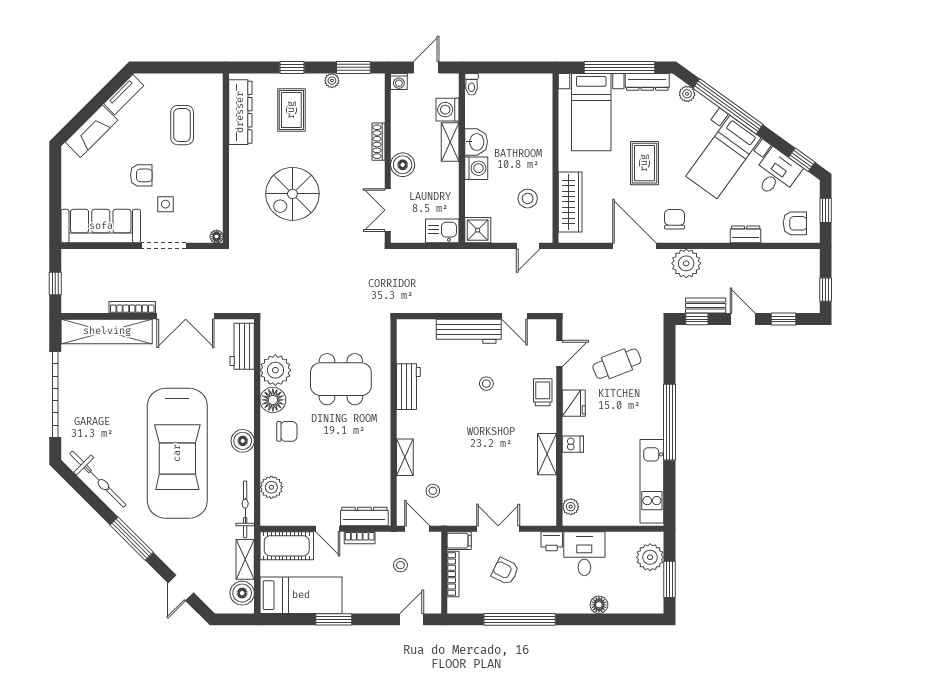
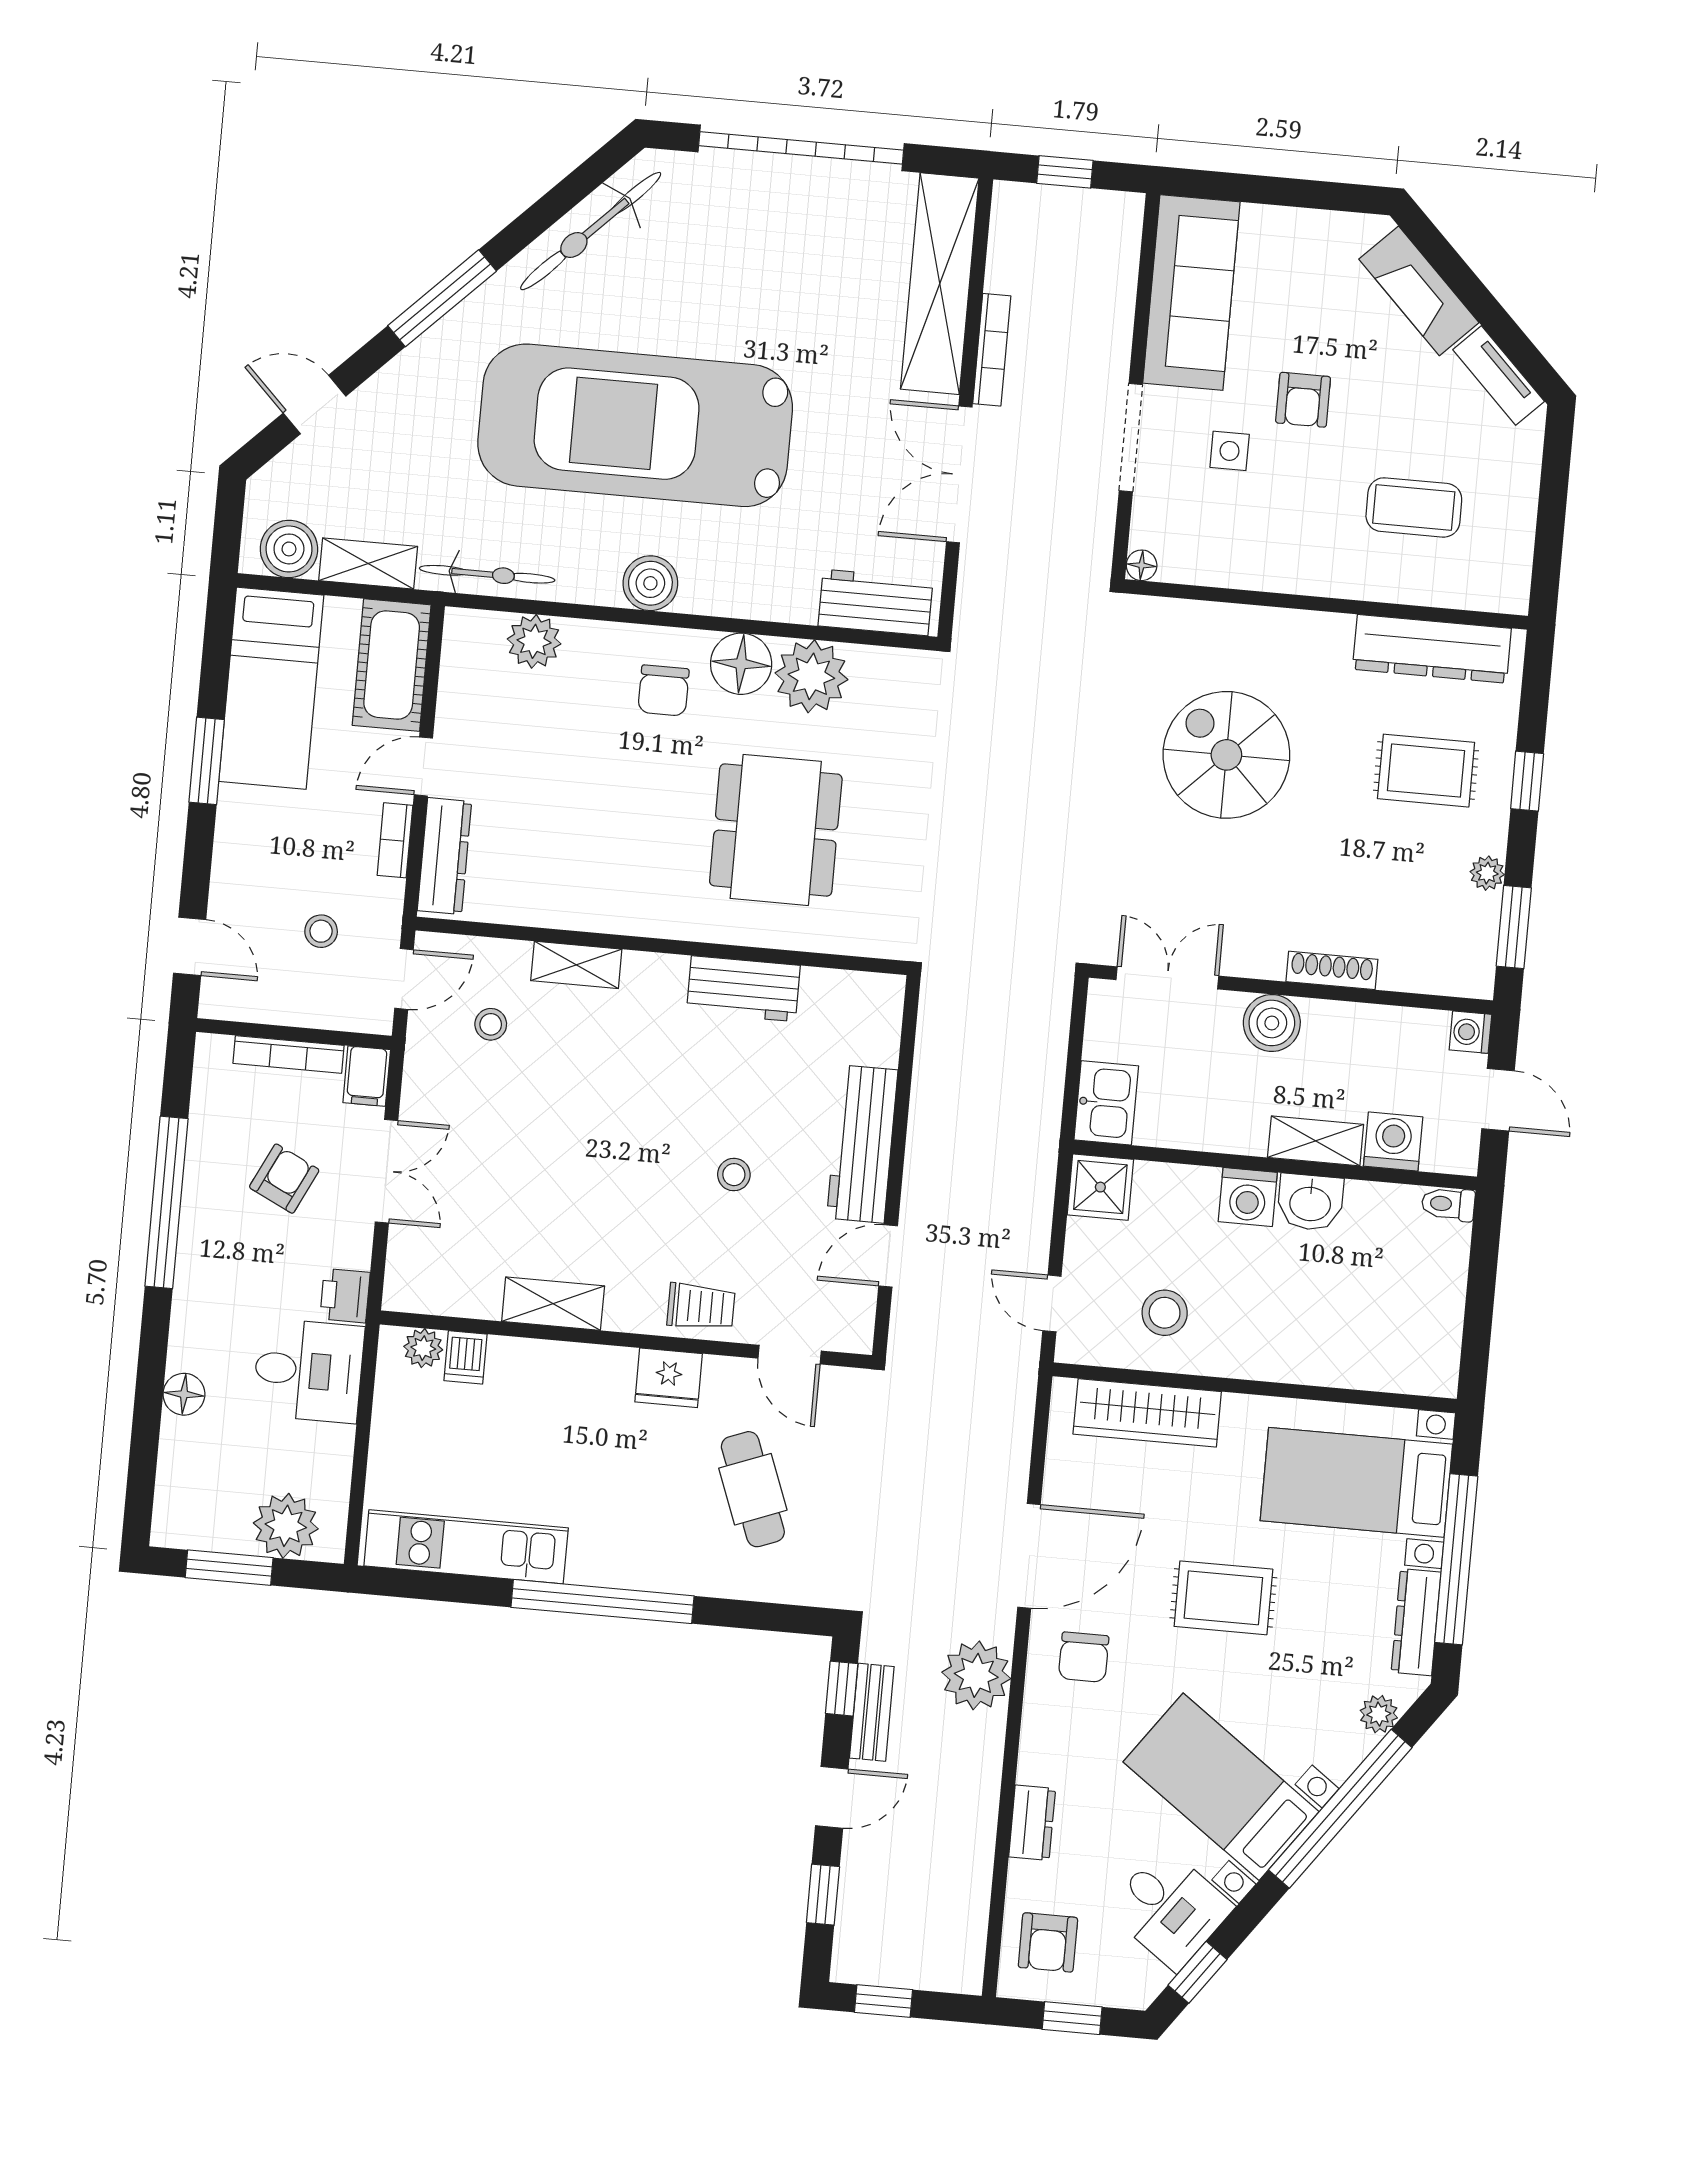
chair: (675, 219) -> (1084, 1657), turned 90
dishwasher: (573, 444) -> (465, 1357), moved

